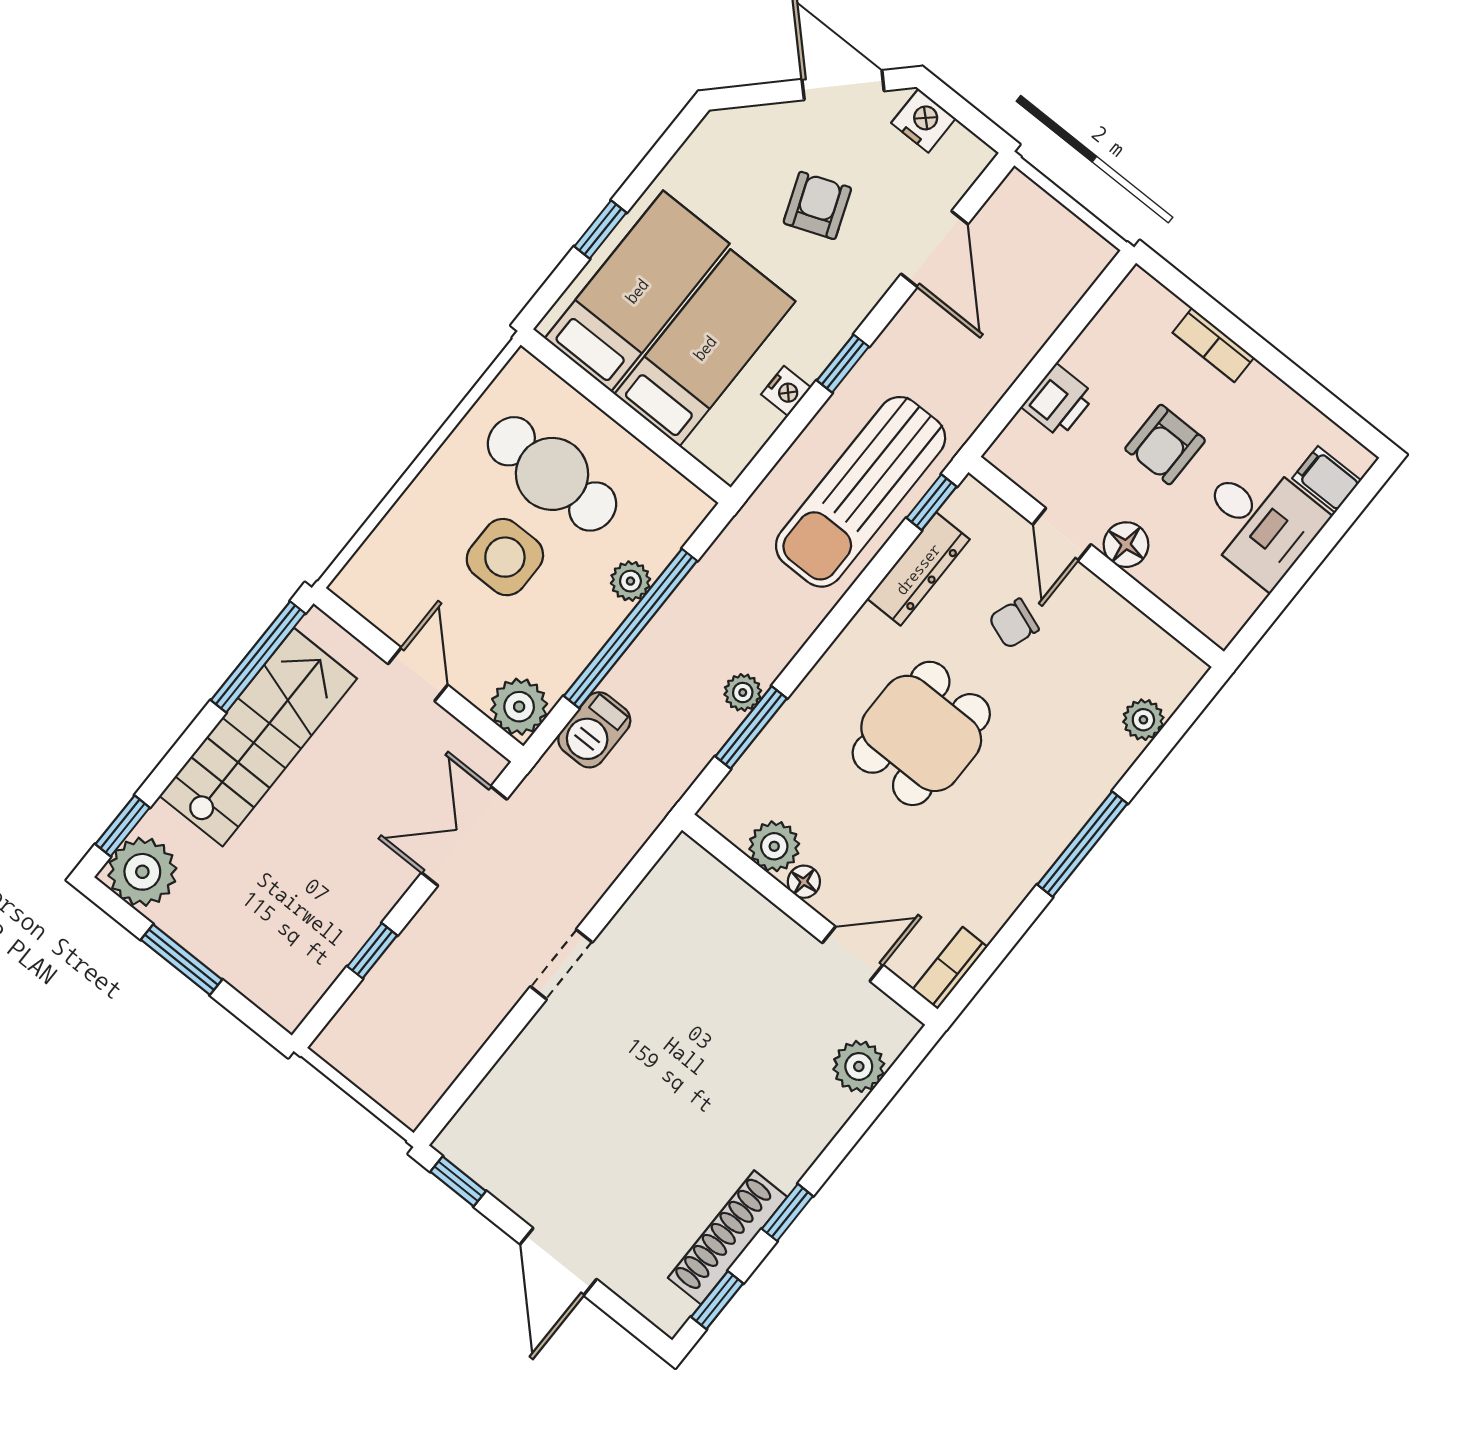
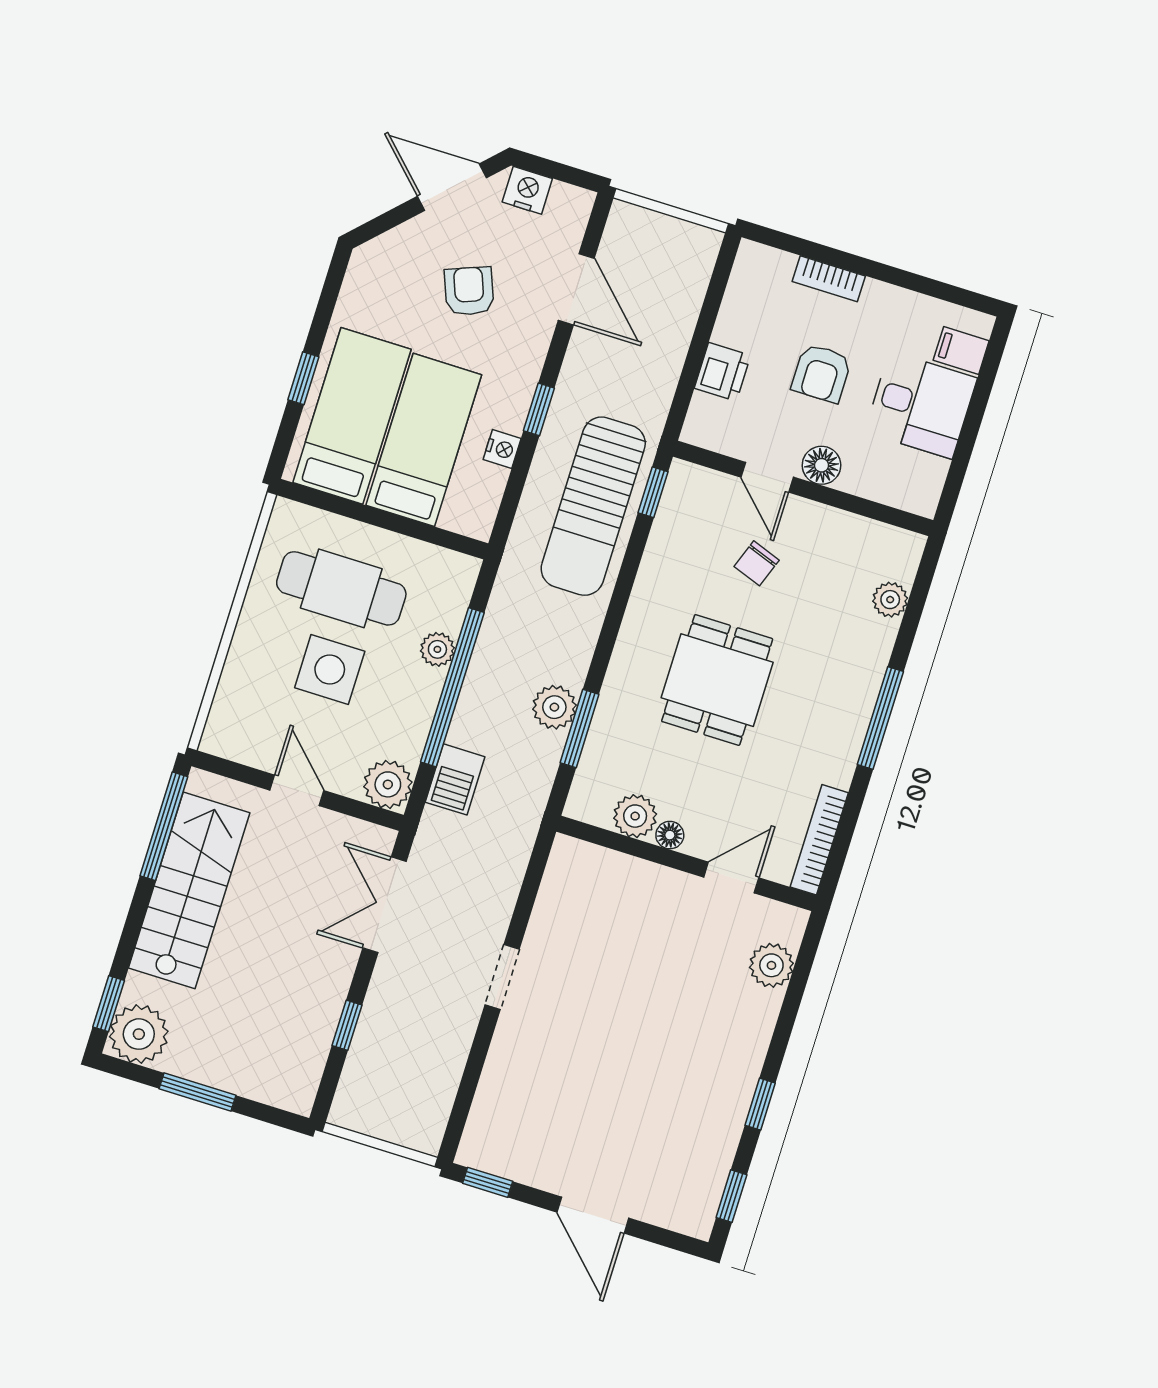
dresser: (918, 569) -> (663, 550), removed
plant: (743, 693) -> (554, 707), width x1.38, depth x1.38
bookcase: (950, 968) -> (819, 840), width x1.56
shoe rack: (728, 1237) -> (720, 1143), removed

